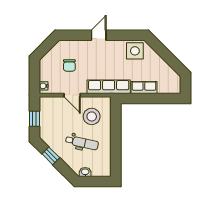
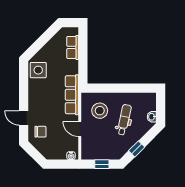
door: (99, 35) -> (24, 118), moved
chair: (69, 65) -> (40, 132), moved
row of seats: (144, 88) -> (73, 47), moved
door: (72, 95) -> (80, 129), swing flipped

